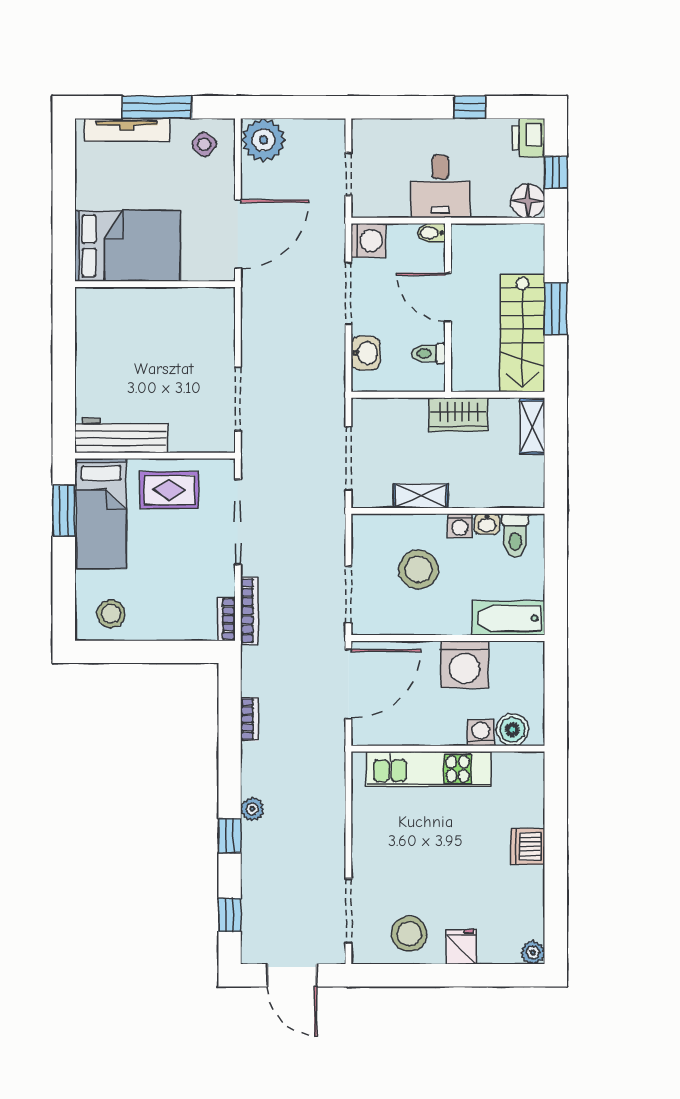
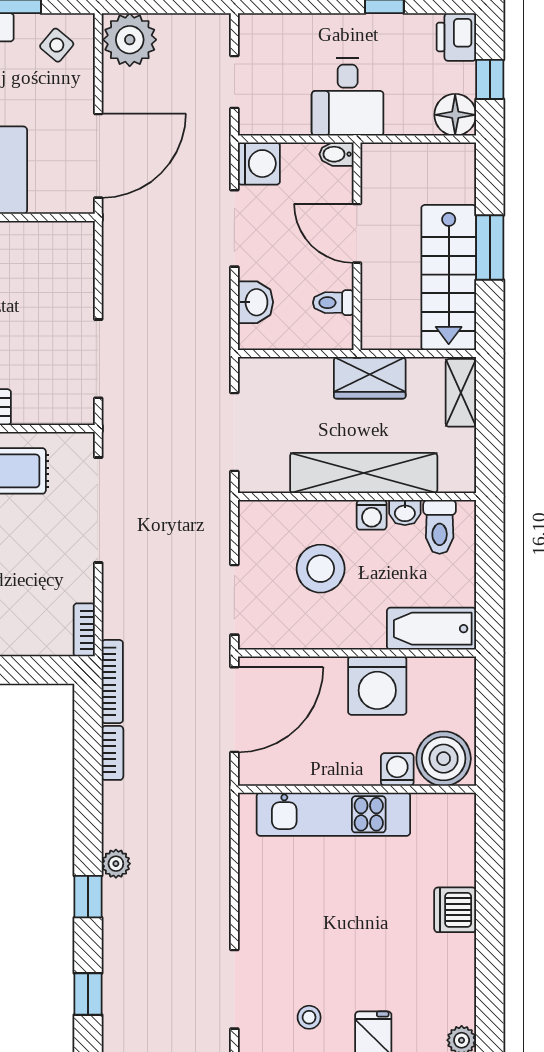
shelving: (421, 496) -> (364, 473), width x2.20, depth x1.33
bookcase: (249, 611) -> (112, 682), moved
boiler: (512, 730) -> (444, 759), width x1.37, depth x1.37
stool: (409, 934) -> (309, 1017), width x0.53, depth x0.53

